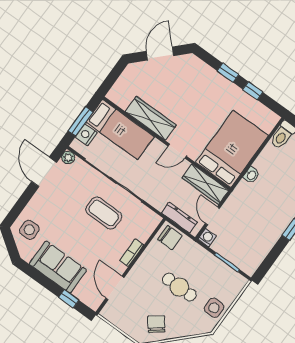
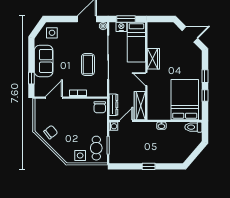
wardrobe: (151, 118) -> (153, 59), width x0.67
bed: (232, 149) -> (185, 100), moved, turned -90
cafe table: (179, 287) -> (96, 148), moved

